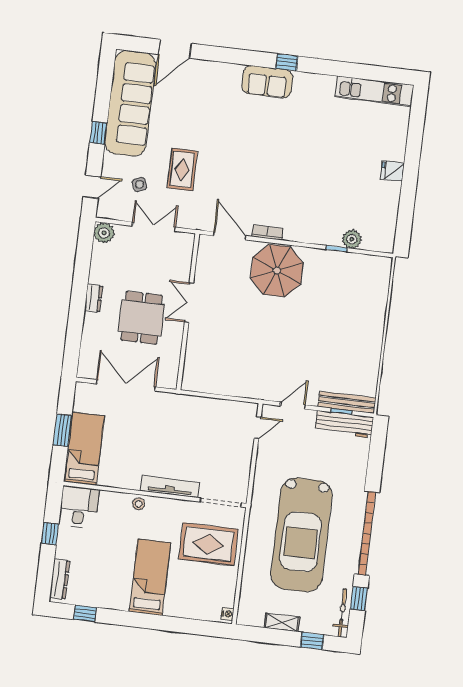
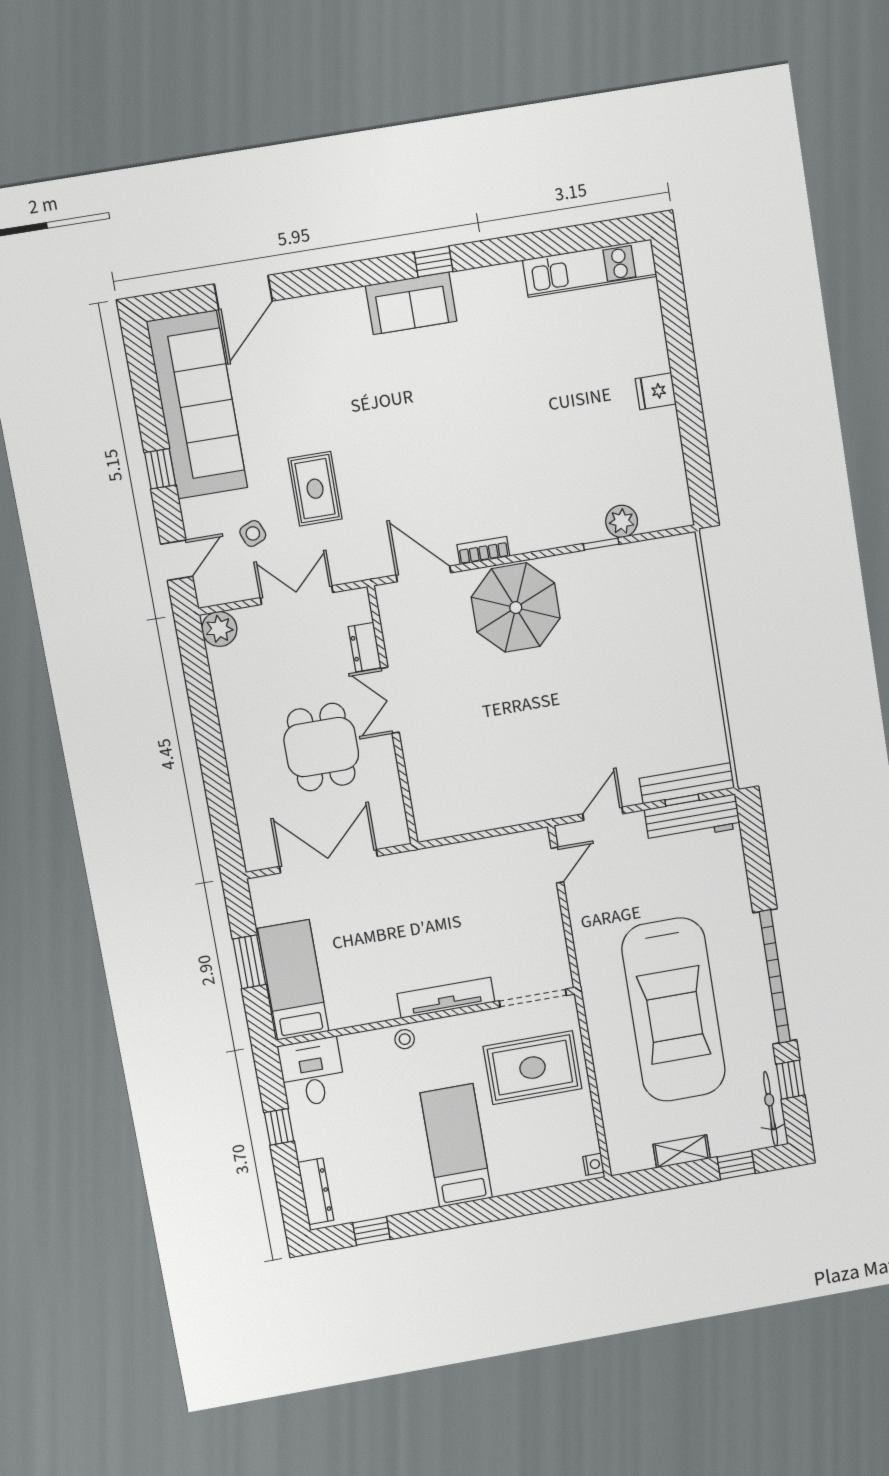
dresser: (93, 298) -> (365, 647), moved, turned 180

